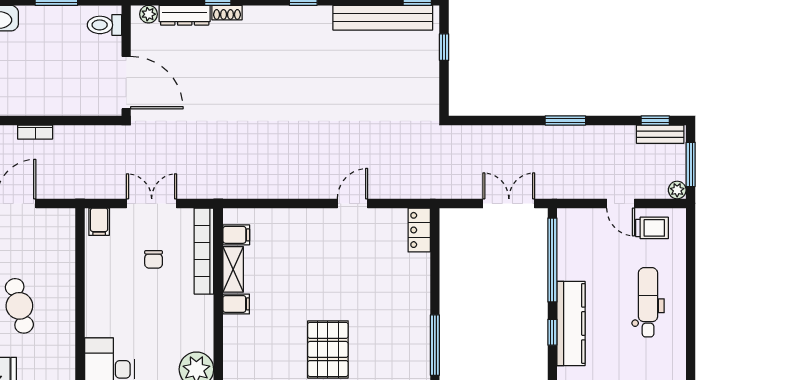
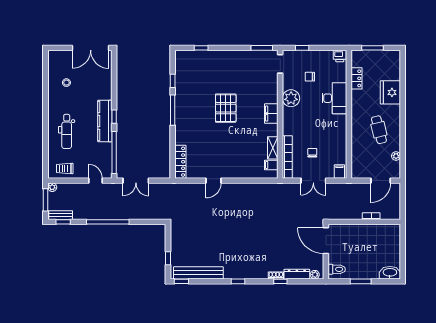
window: (565, 121) -> (108, 222), width x2.11
door: (621, 203) -> (95, 181), moved
locker: (419, 230) -> (180, 162), width x1.53
filing cabinet: (236, 304) -> (271, 114), moved, width x2.00

